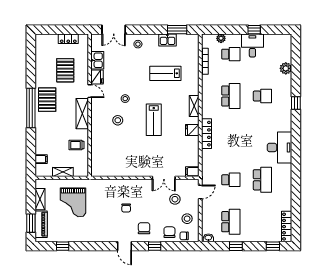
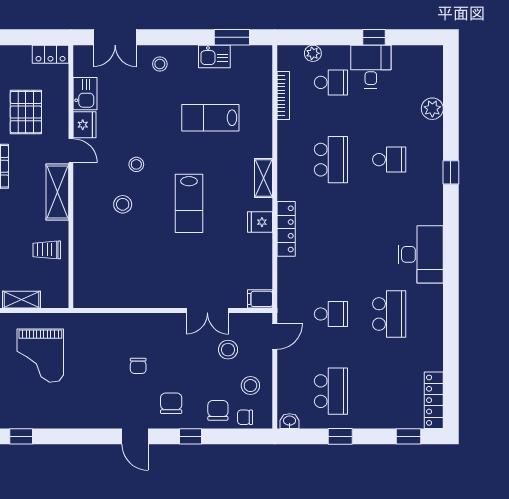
locker: (68, 39) -> (50, 54), moved

